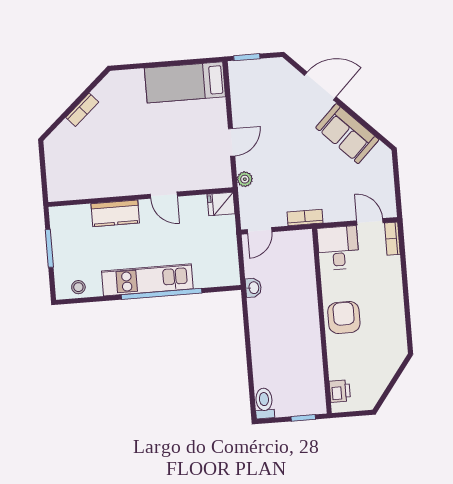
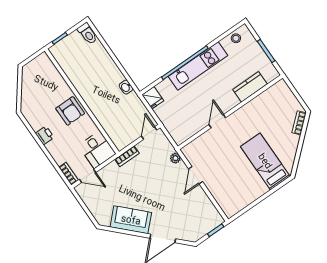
bed: (185, 82) -> (265, 161), moved, turned -90
bookcase: (82, 110) -> (299, 123), moved
door: (164, 195) -> (217, 121), hinge flipped
fridge: (221, 204) -> (153, 98), moved, turned 90
kitchen counter: (115, 213) -> (250, 87), moved
washbasin: (253, 288) -> (126, 87), moved
printer: (340, 391) -> (45, 135), moved, turned 180

